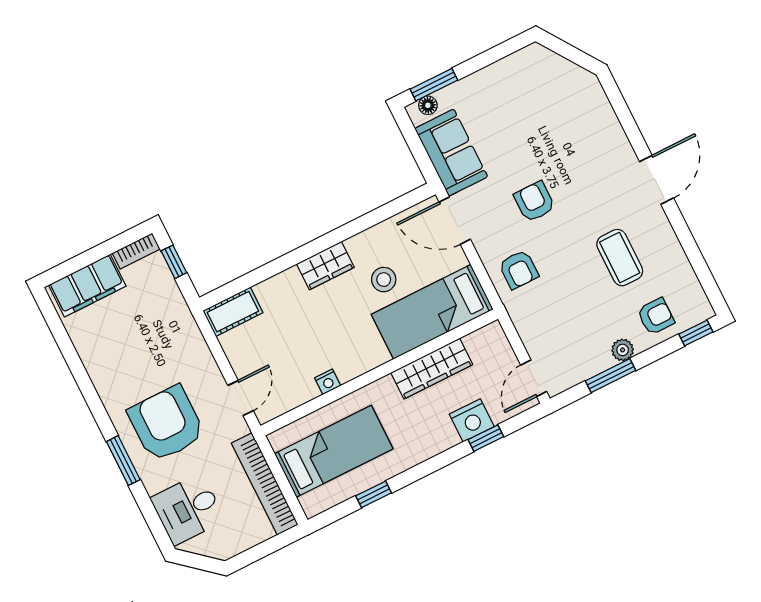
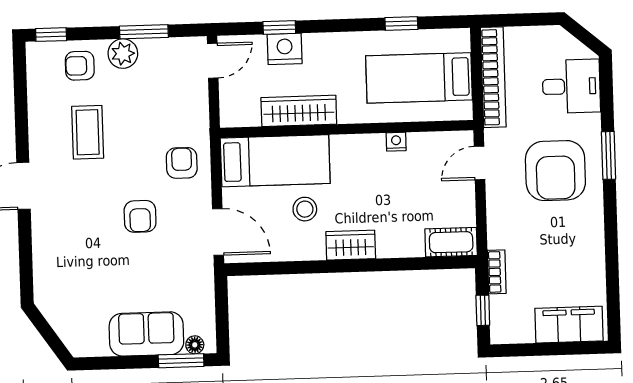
sofa: (451, 153) -> (146, 334), moved, turned 90
bookcase: (136, 251) -> (497, 272), moved, turned 90
plant: (623, 350) -> (123, 54), width x1.38, depth x1.38

